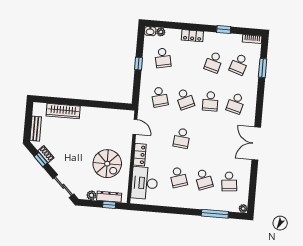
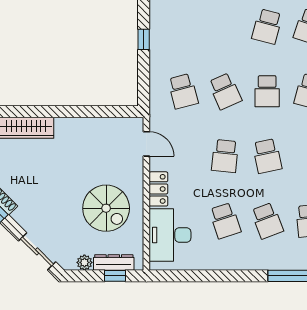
school desk: (163, 58) -> (267, 156), moved

